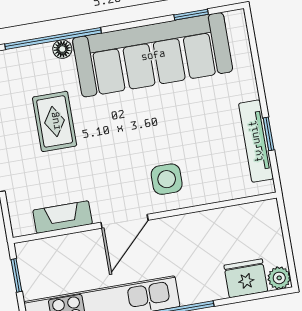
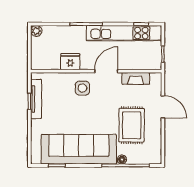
rug: (55, 121) -> (132, 125), width x1.36, depth x1.43
fridge: (246, 278) -> (70, 62), moved, turned 180

